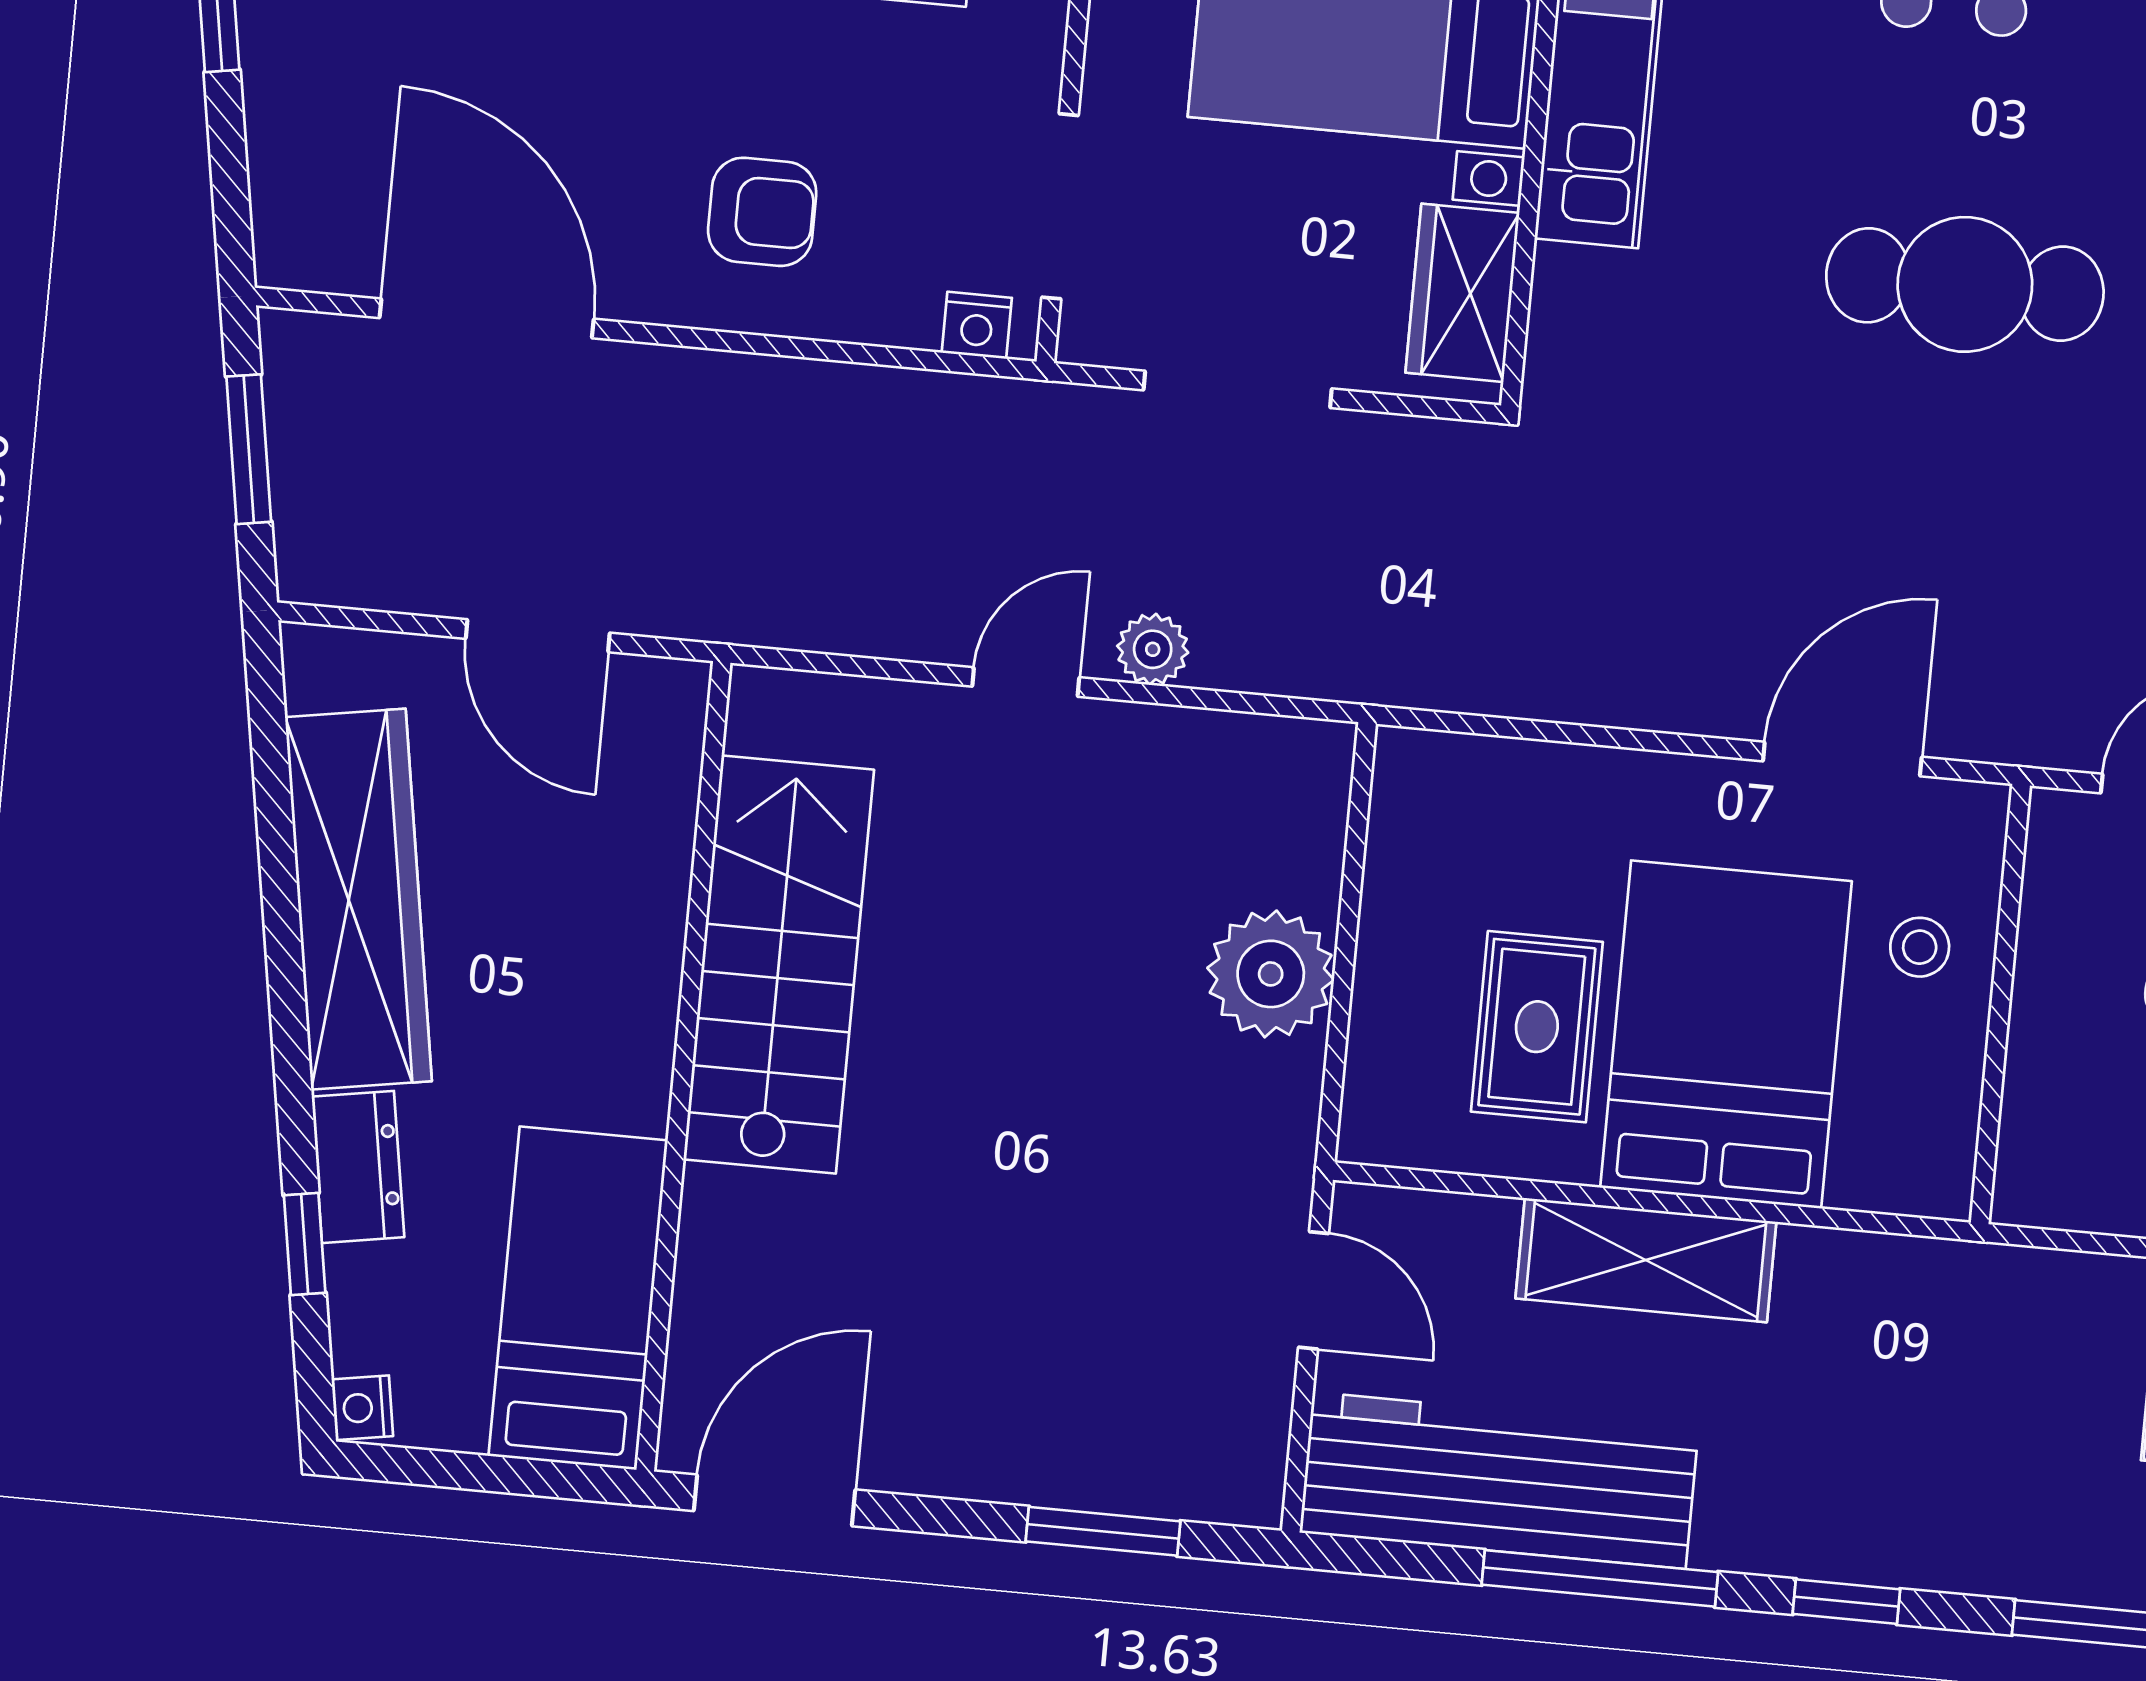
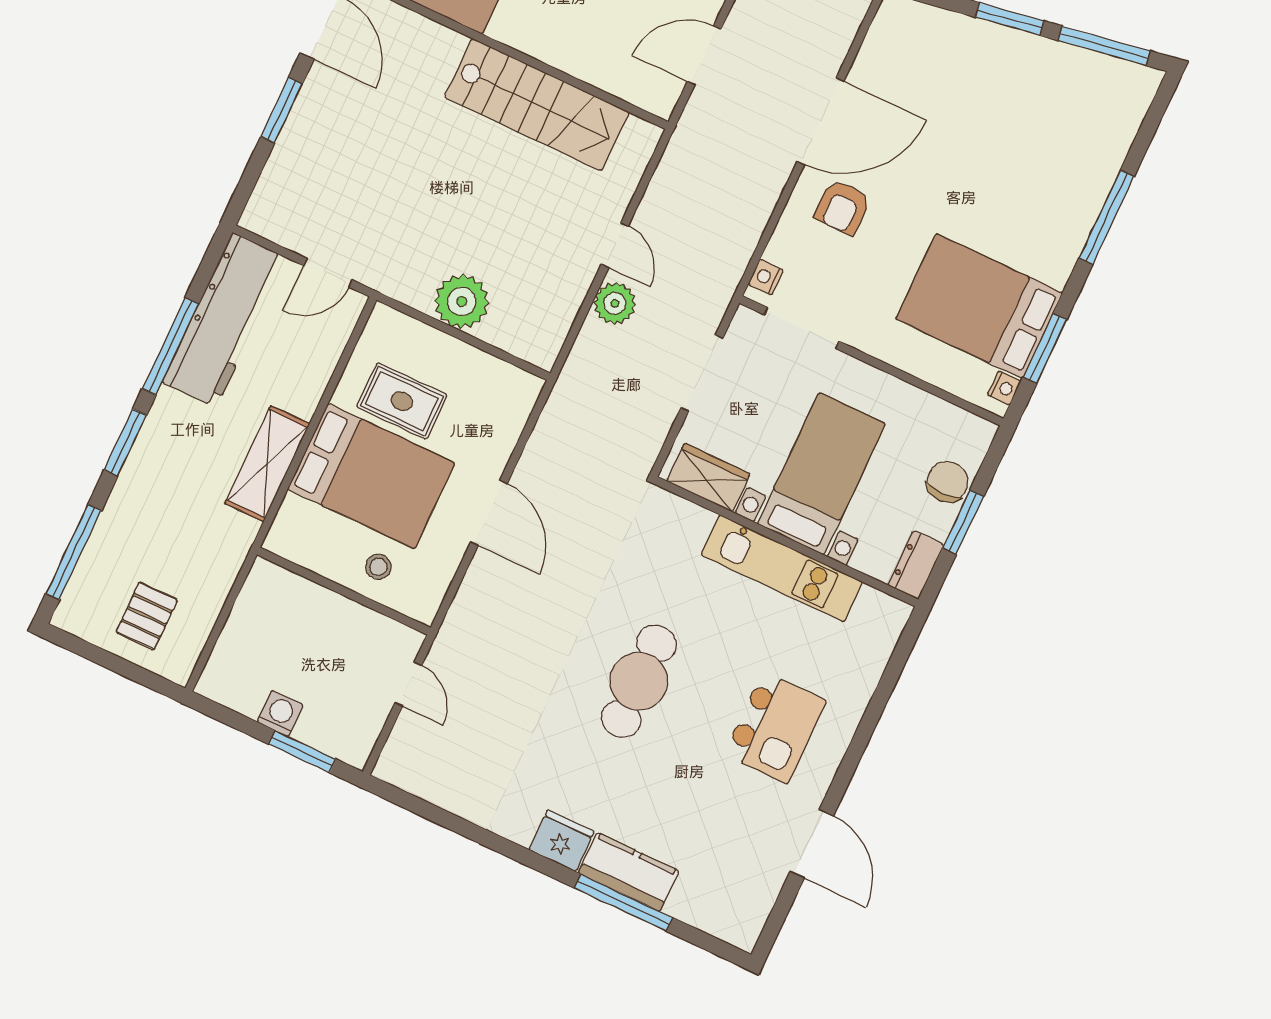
door: (487, 318) -> (820, 121), moved
plant: (1153, 649) -> (615, 303), width x1.38, depth x1.38
door: (1842, 759) -> (489, 513), moved
shelving: (1646, 1260) -> (267, 464), moved
window: (1103, 1531) -> (282, 110), moved
window: (1846, 1602) -> (125, 442), width x1.50

